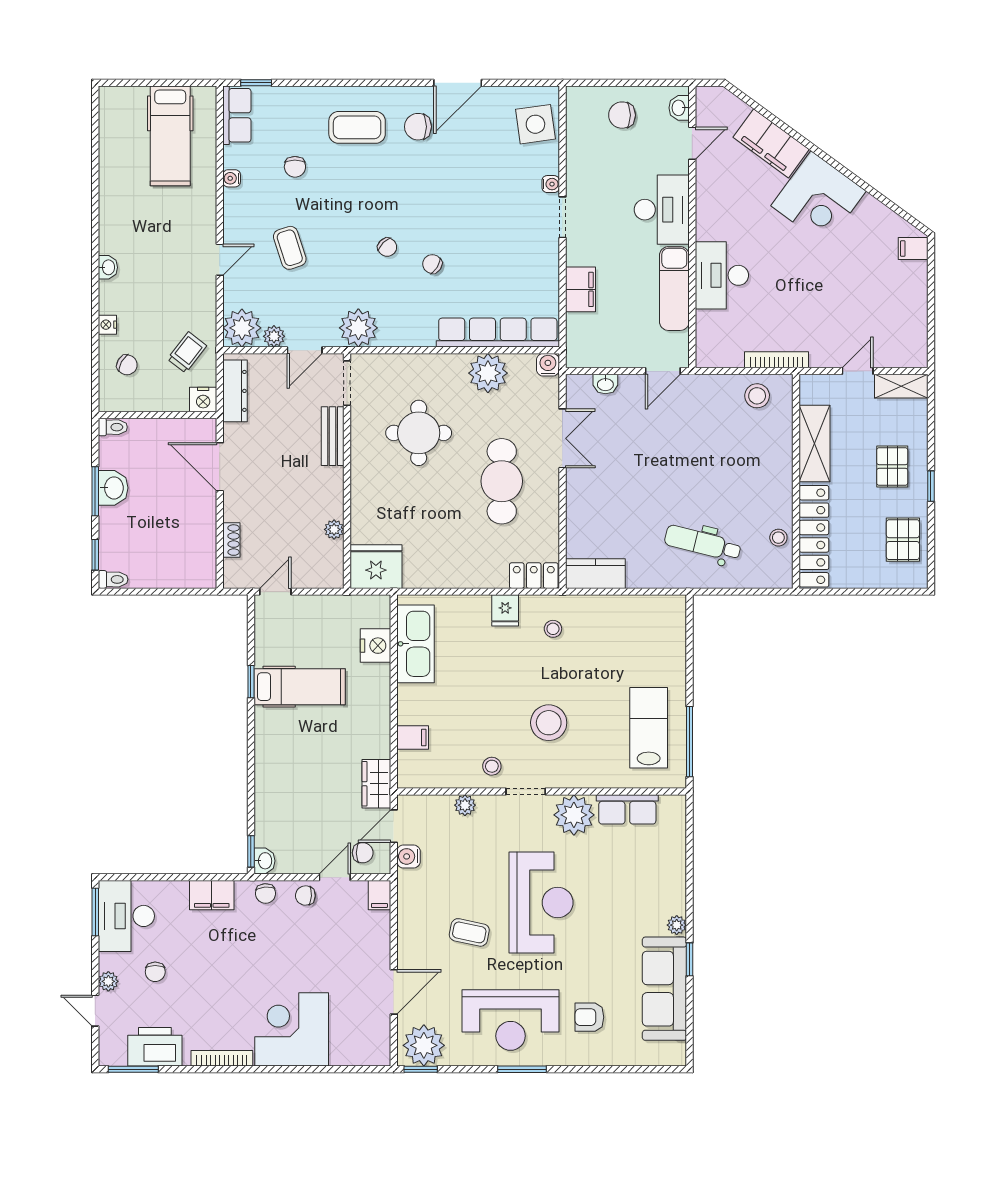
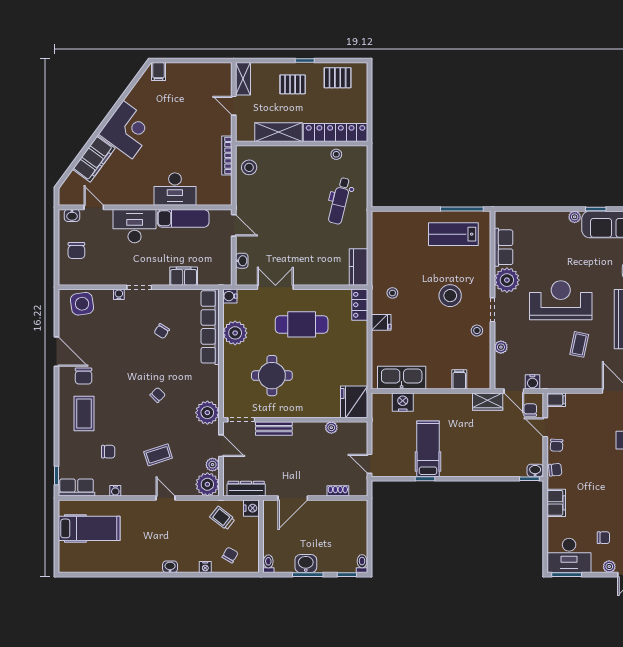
chair: (432, 264) -> (162, 331), moved

